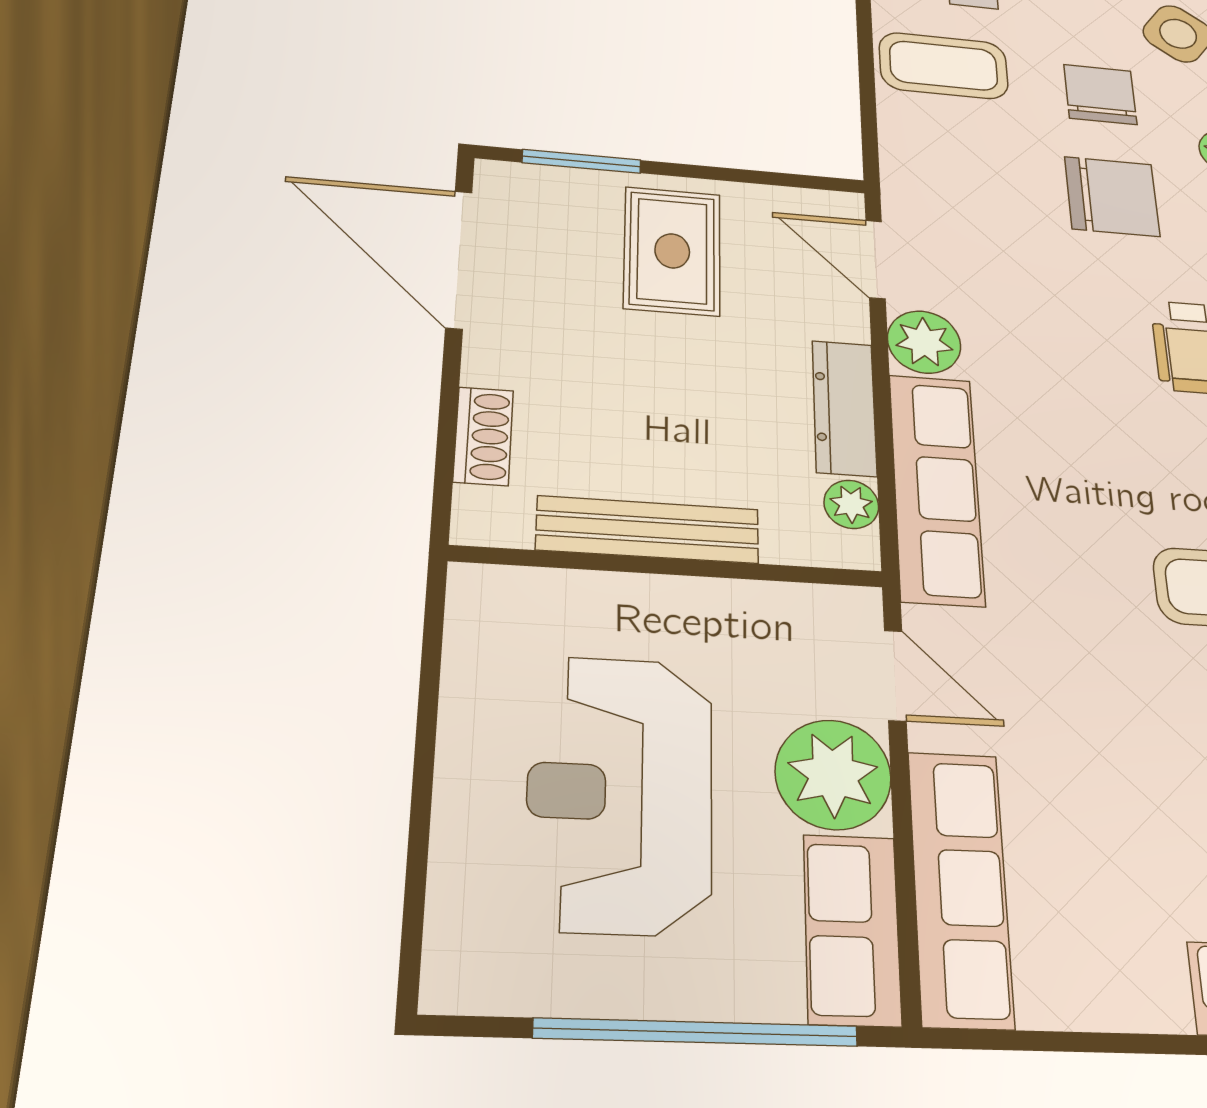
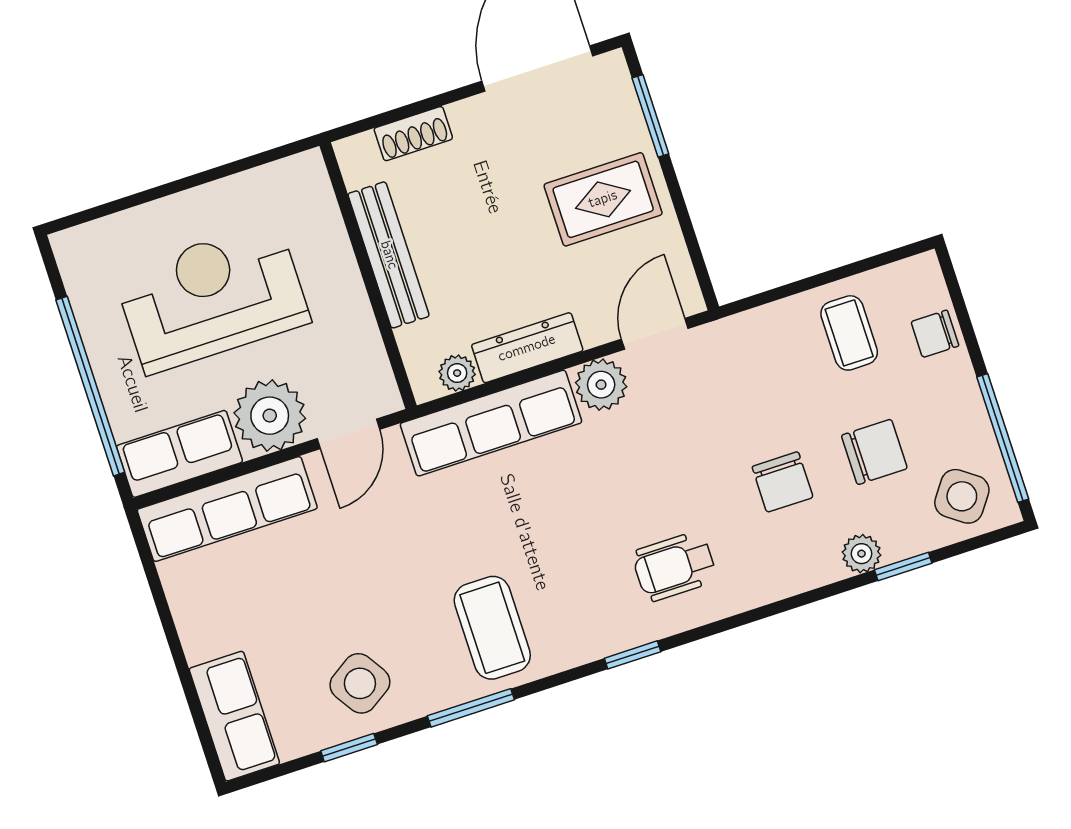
coffee table: (944, 66) -> (849, 333), width x0.73, depth x0.77
chair: (1112, 196) -> (783, 482), width x0.73, depth x0.73

